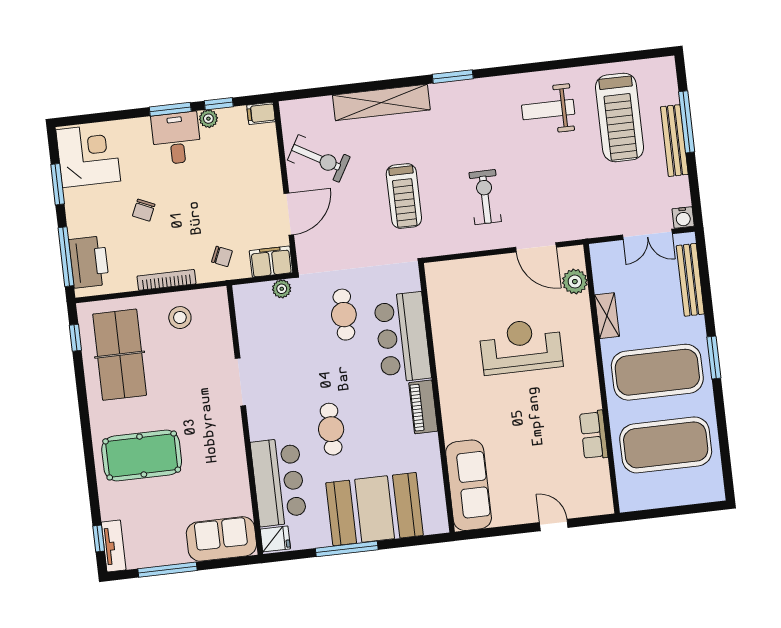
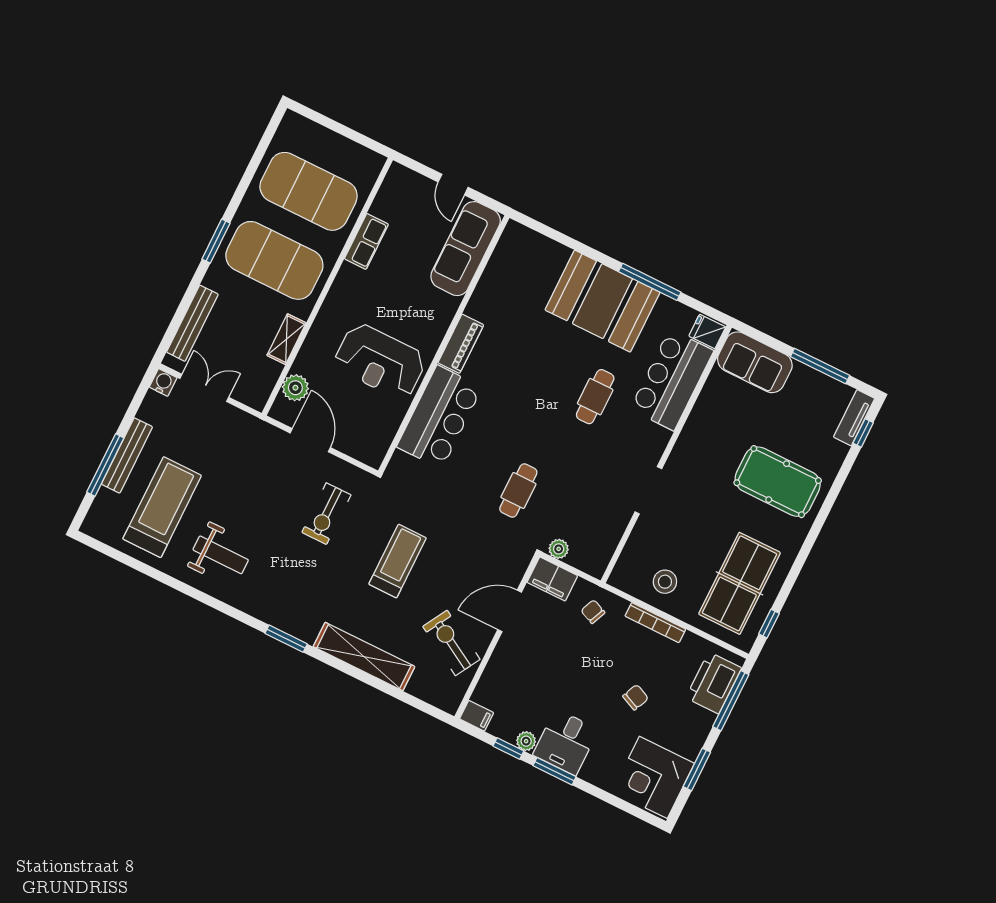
bar counter: (402, 337) -> (439, 417), moved
wall: (437, 398) -> (444, 344), moved
piano: (423, 407) -> (461, 344), moved
sofa: (469, 485) -> (466, 249), moved

